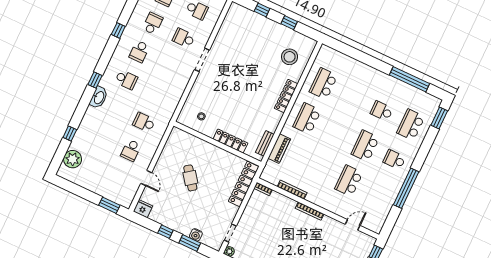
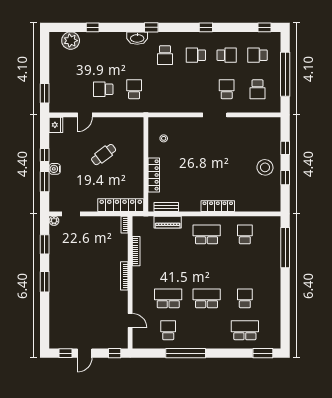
stool: (290, 57) -> (265, 167), moved
window: (410, 79) -> (285, 248), moved
school desk: (323, 84) -> (245, 234), width x0.54
school desk: (394, 160) -> (168, 330), moved
water cooler: (196, 235) -> (55, 169), moved

